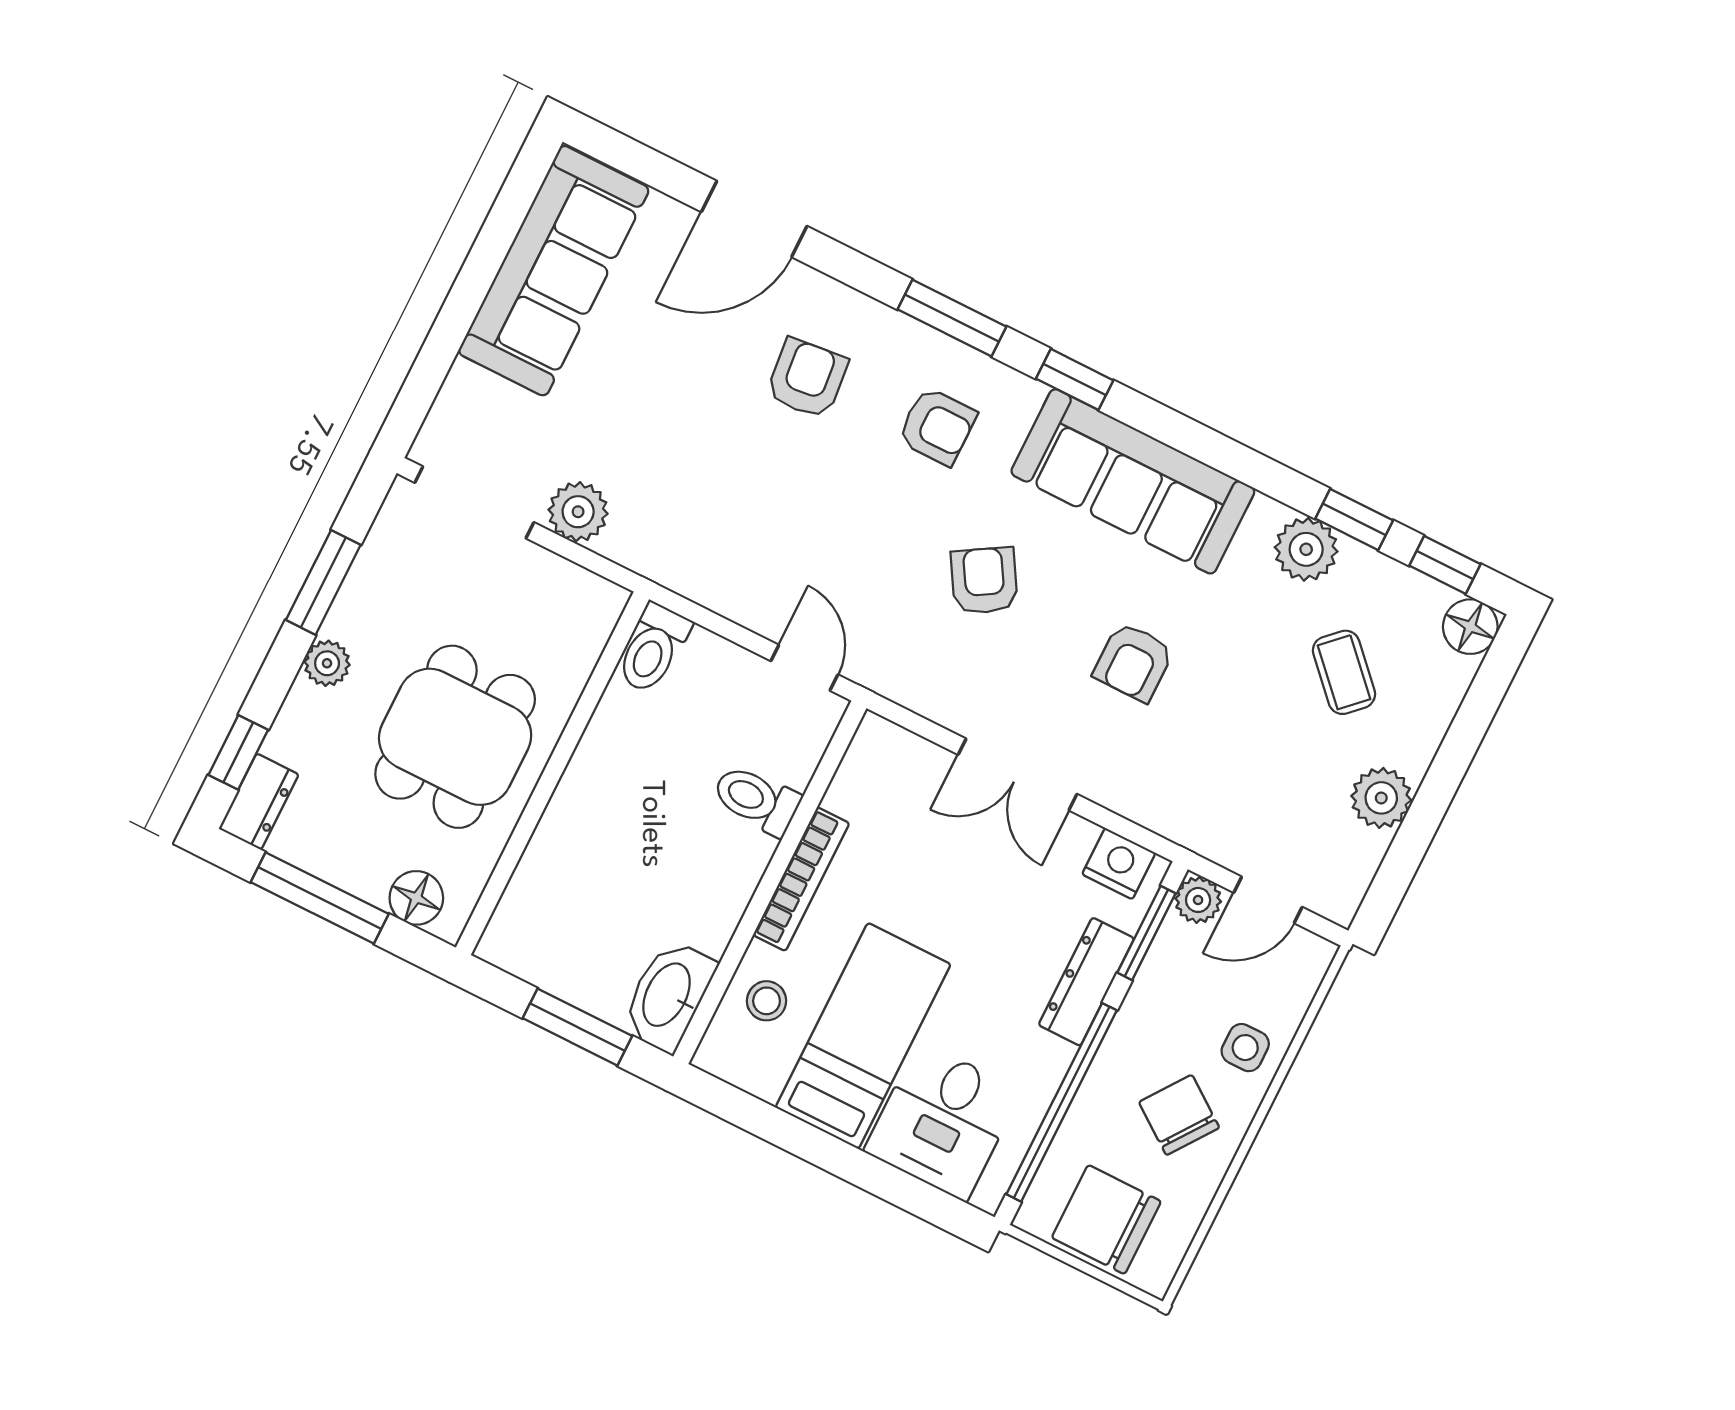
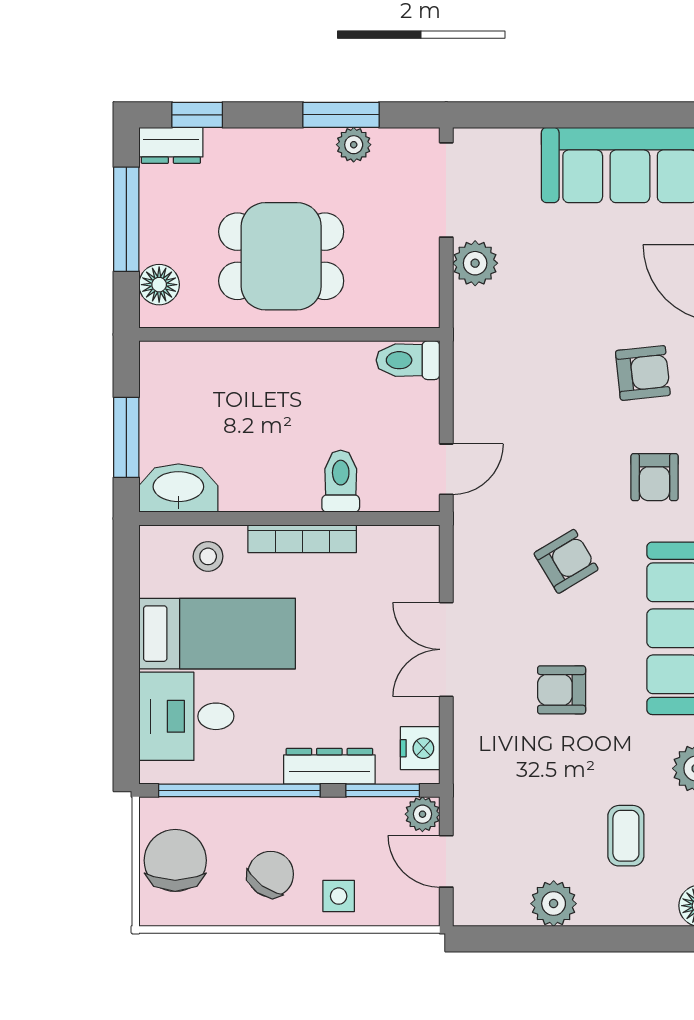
plant: (327, 663) -> (354, 145), moved
coffee table: (1344, 672) -> (626, 836), turned -46

